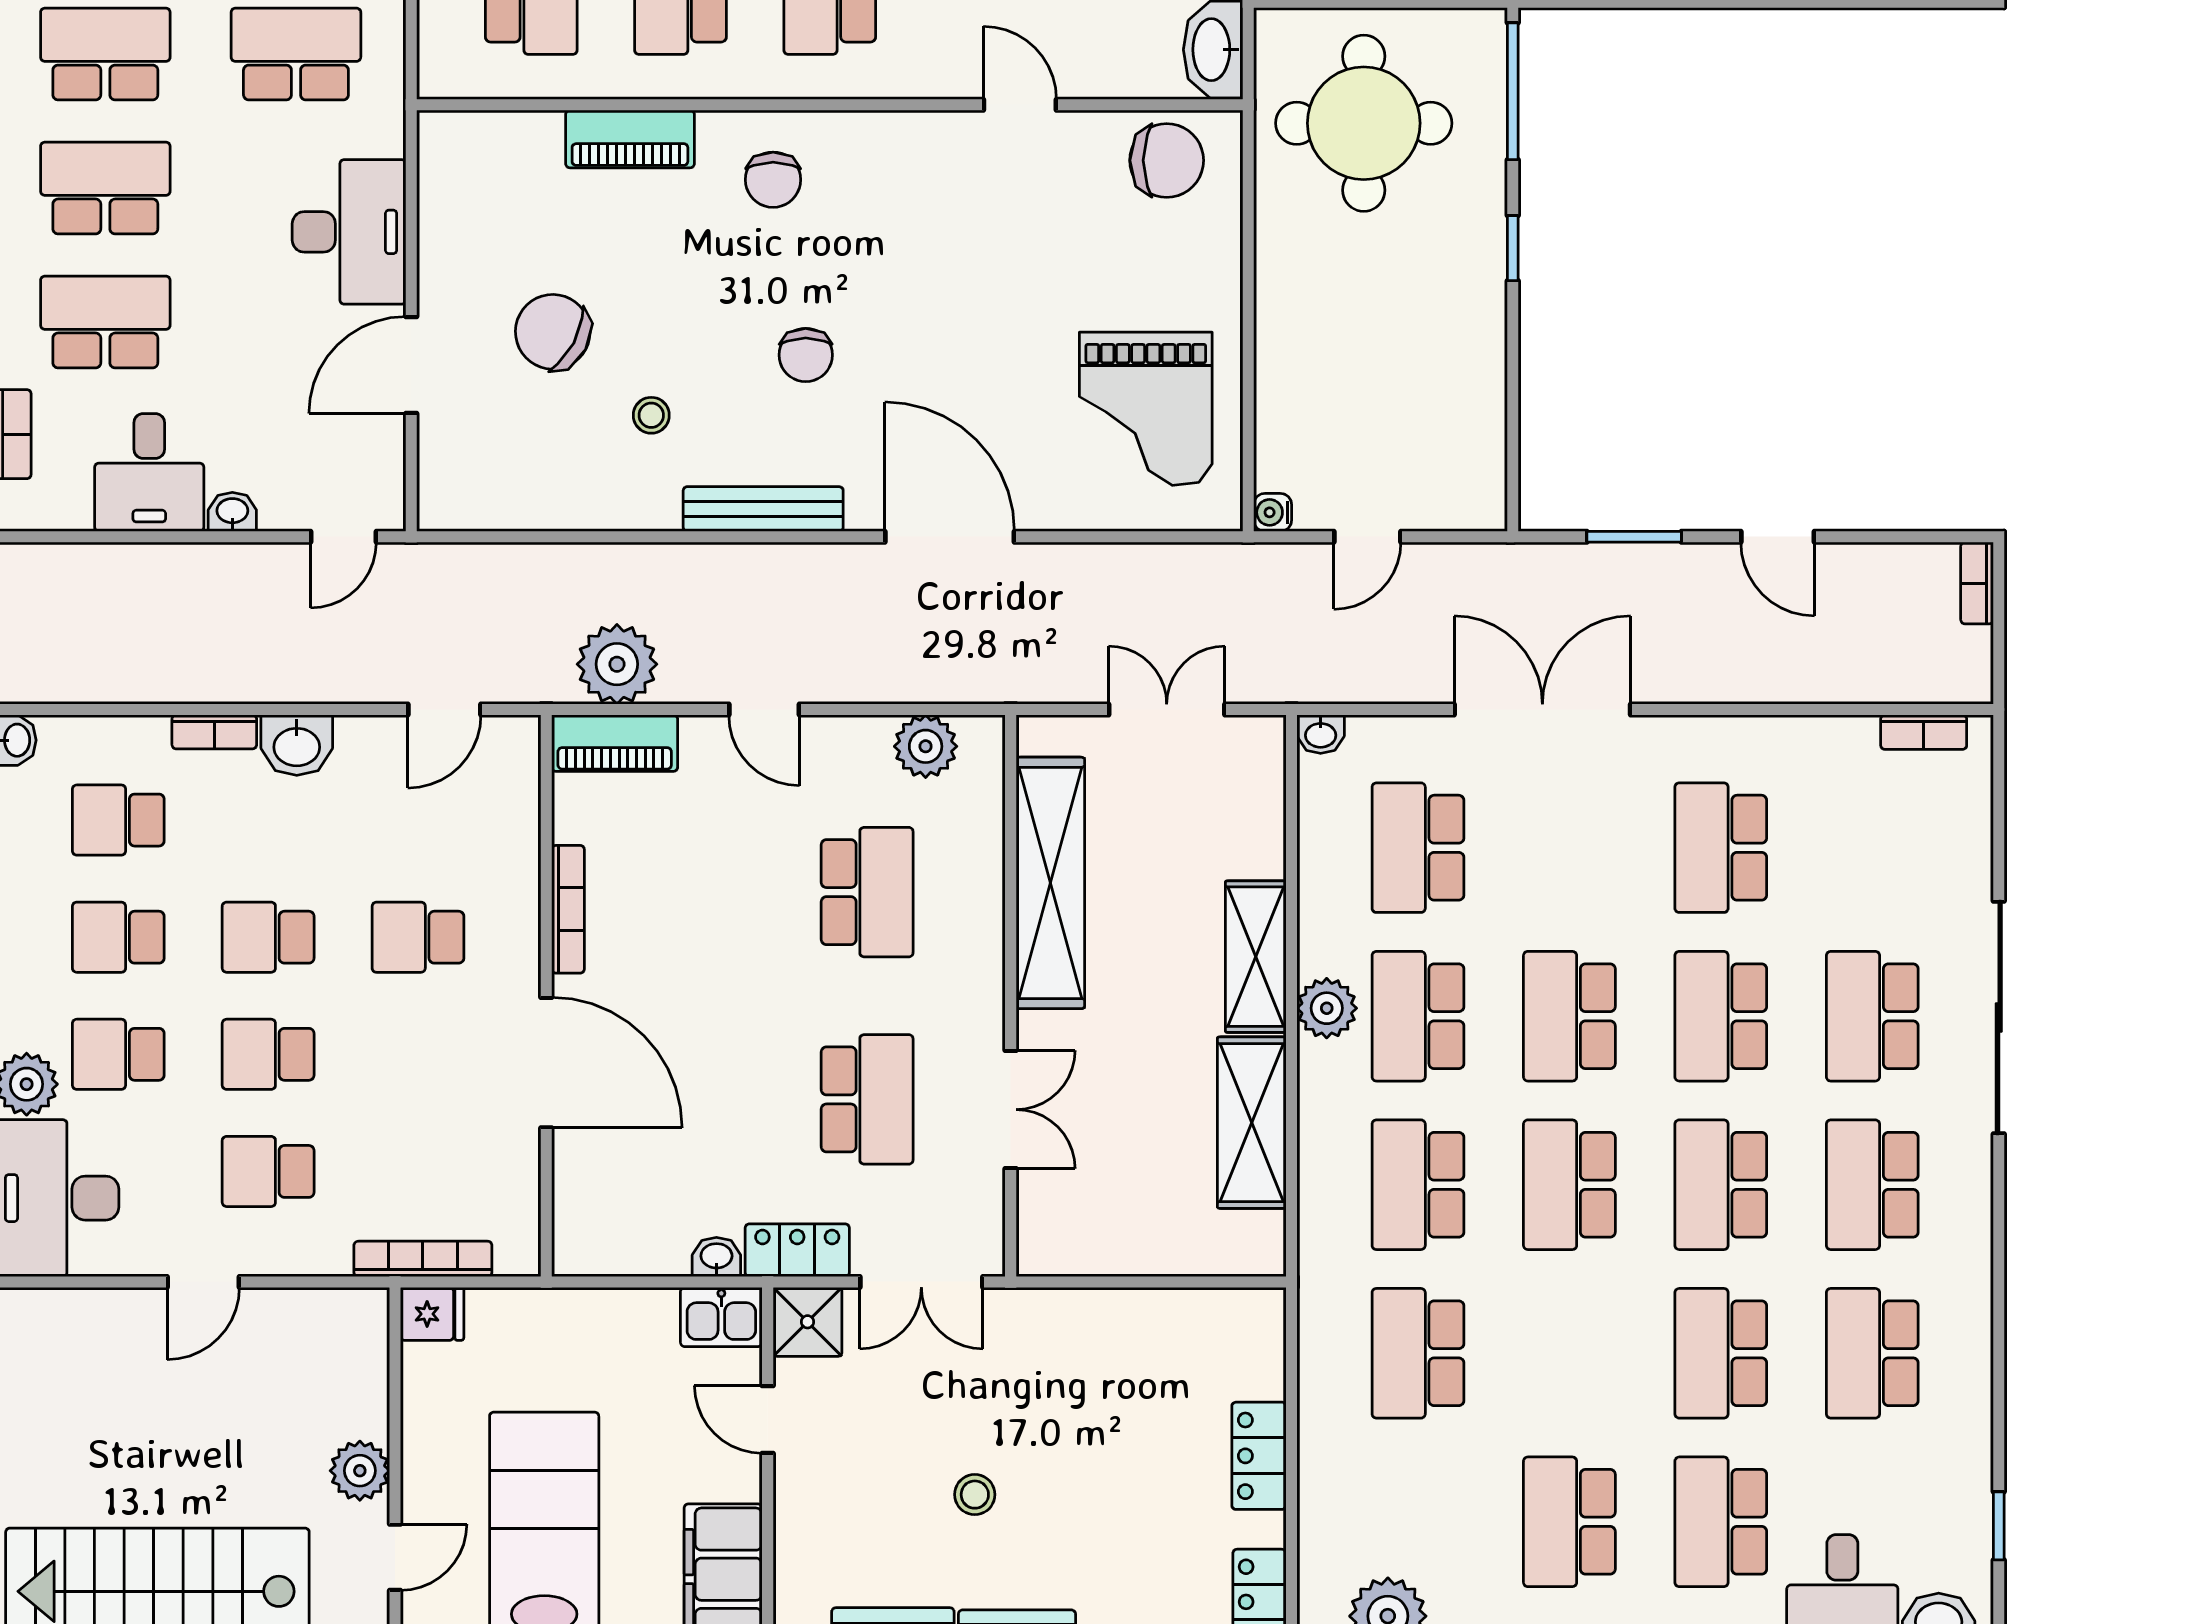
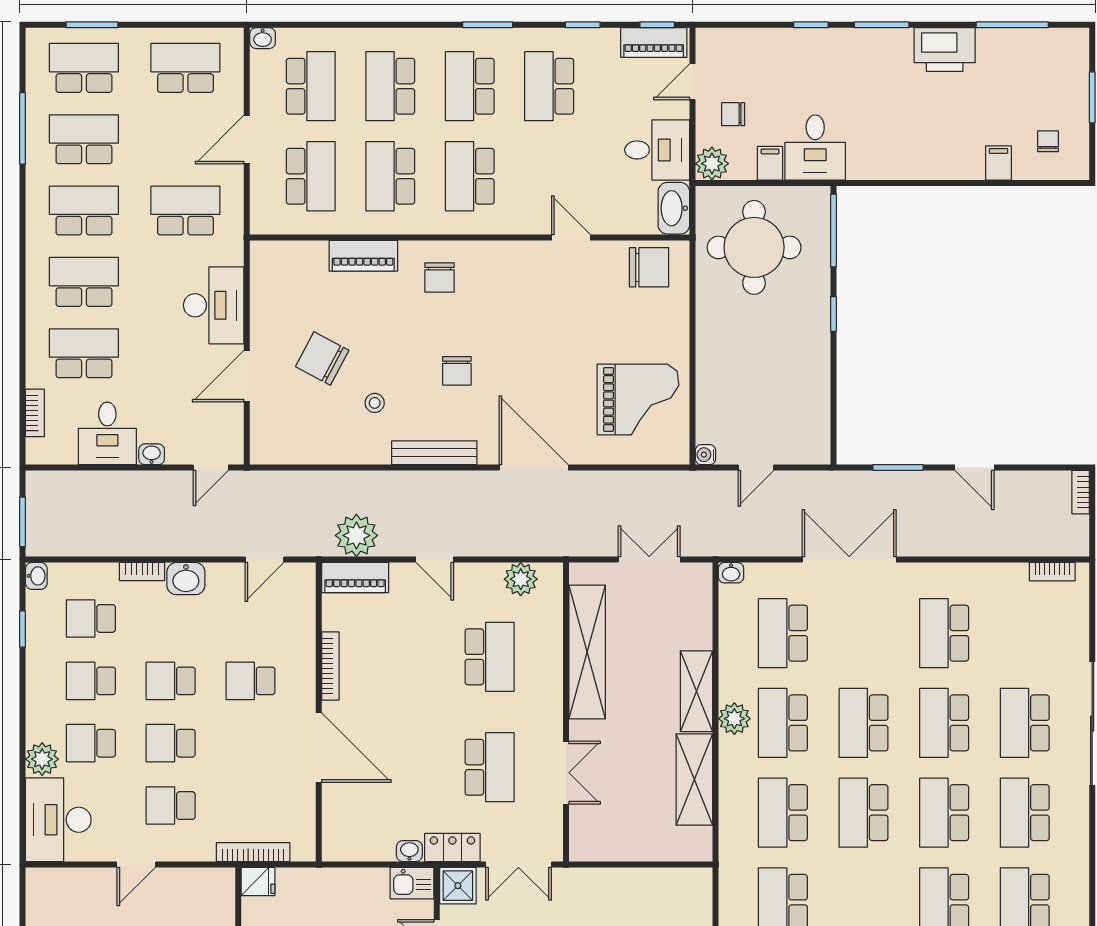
grand piano: (1146, 409) -> (638, 399), turned -90

